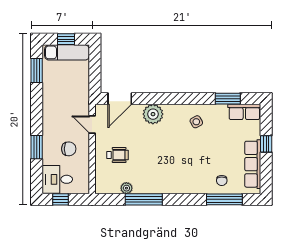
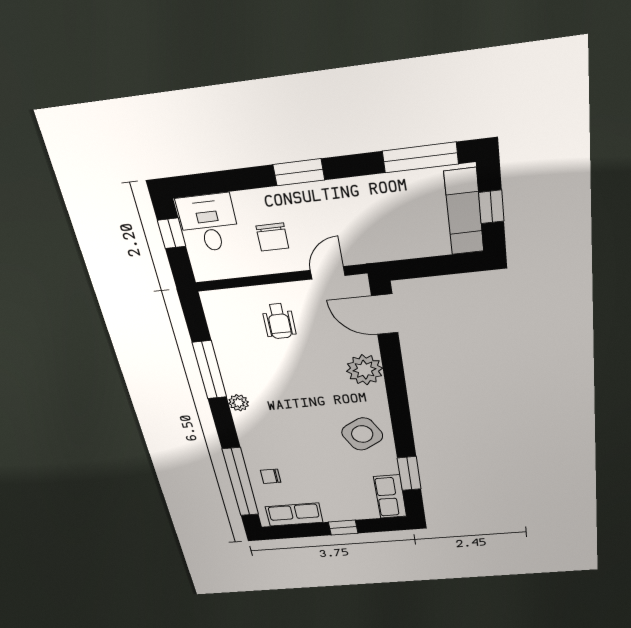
window: (37, 70) -> (420, 157), width x1.44
side table: (196, 122) -> (362, 434), width x1.87, depth x1.87
window: (37, 147) -> (299, 172), moved
row of seats: (253, 164) -> (294, 515), width x0.68
plant: (126, 188) -> (239, 403), moved
window: (224, 199) -> (241, 482), width x1.46

